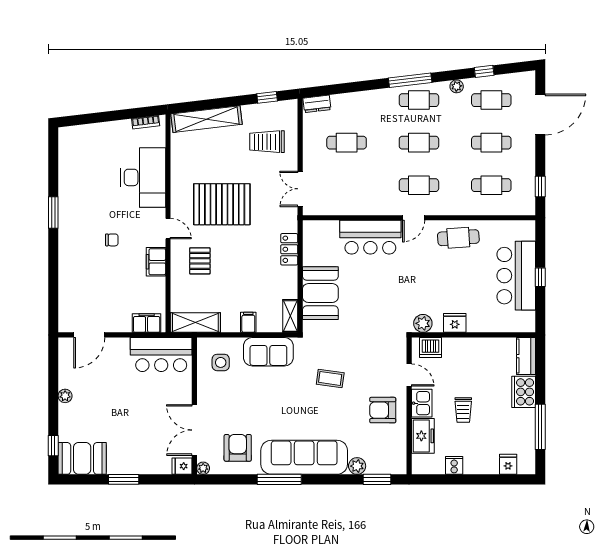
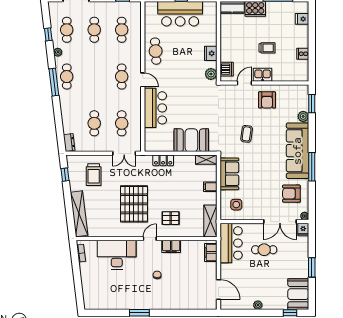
cafe table: (419, 143) -> (122, 123), moved
cafe table: (151, 406) -> (264, 250), added
freezer: (423, 436) -> (284, 74), removed

